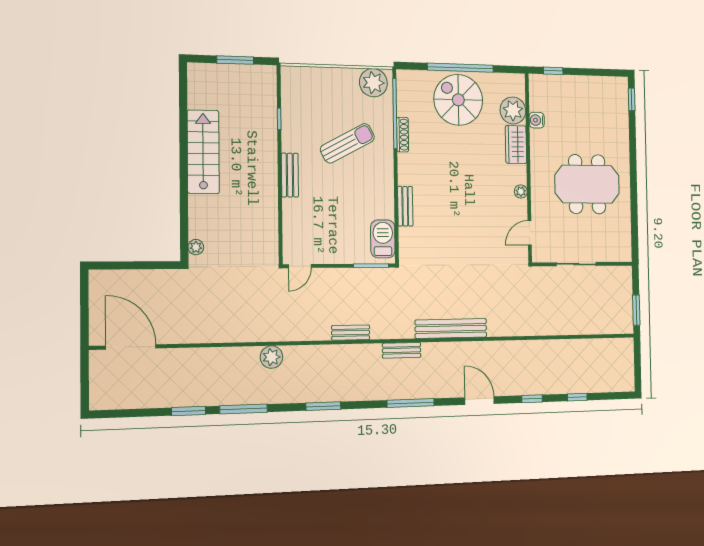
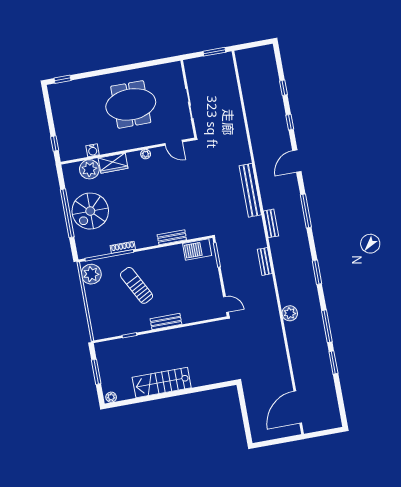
meeting table: (587, 184) -> (131, 104), turned 90
plant: (196, 247) -> (111, 397), moved

